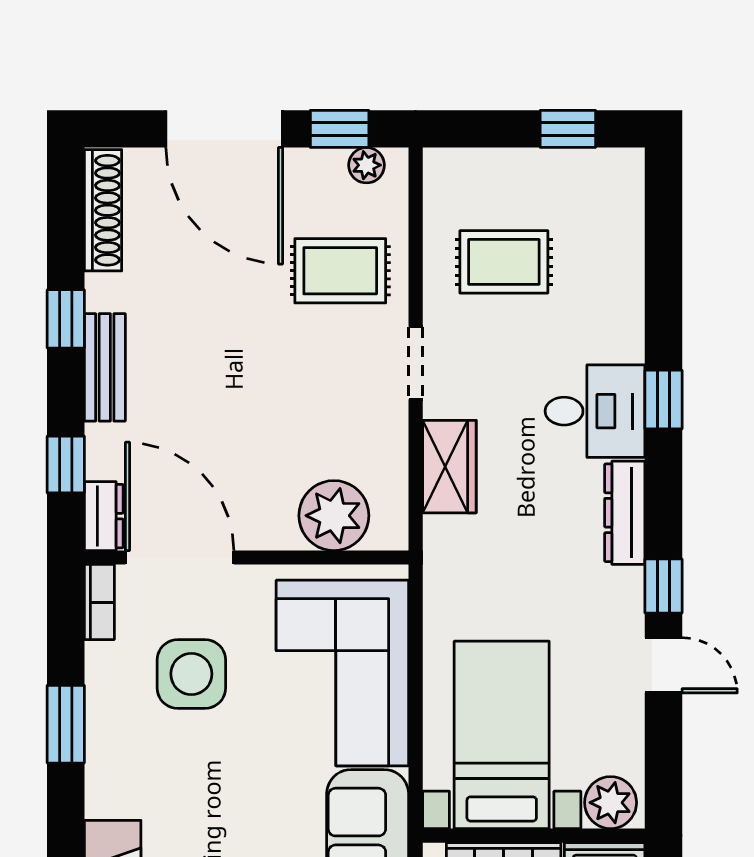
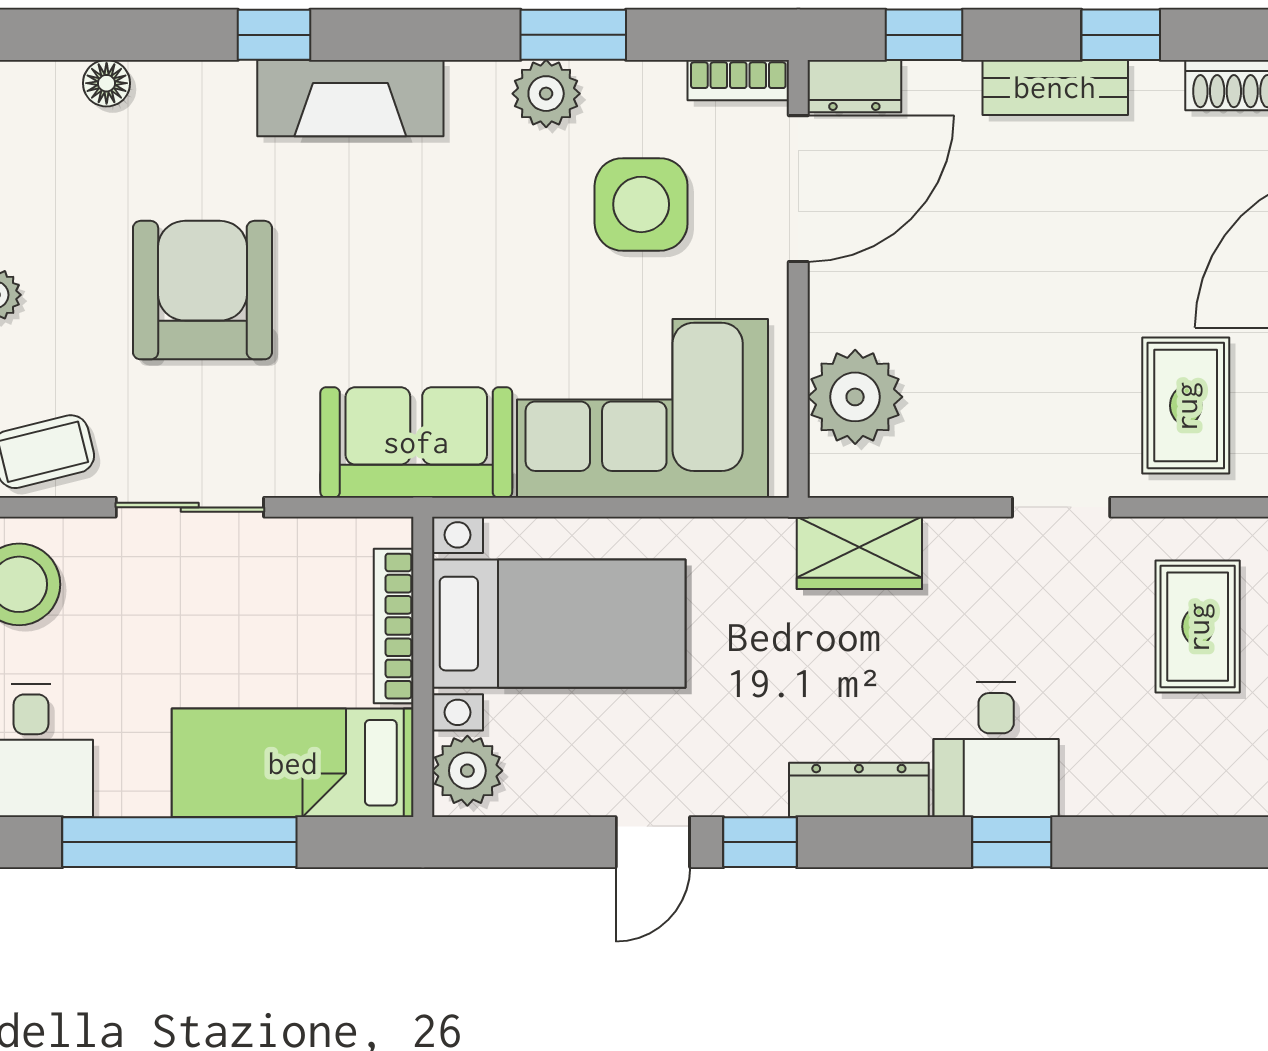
wardrobe: (449, 467) -> (859, 553), moved
plant: (109, 744) -> (546, 94), added

